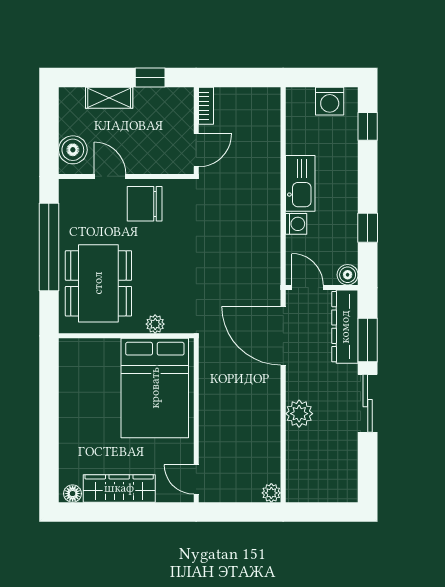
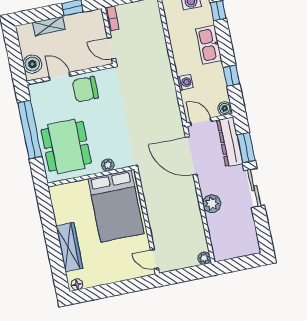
door: (196, 150) -> (111, 48), swing flipped
kitchen sink: (300, 183) -> (209, 45), moved, turned 180
wardrobe: (119, 488) -> (69, 247), moved, turned 90

